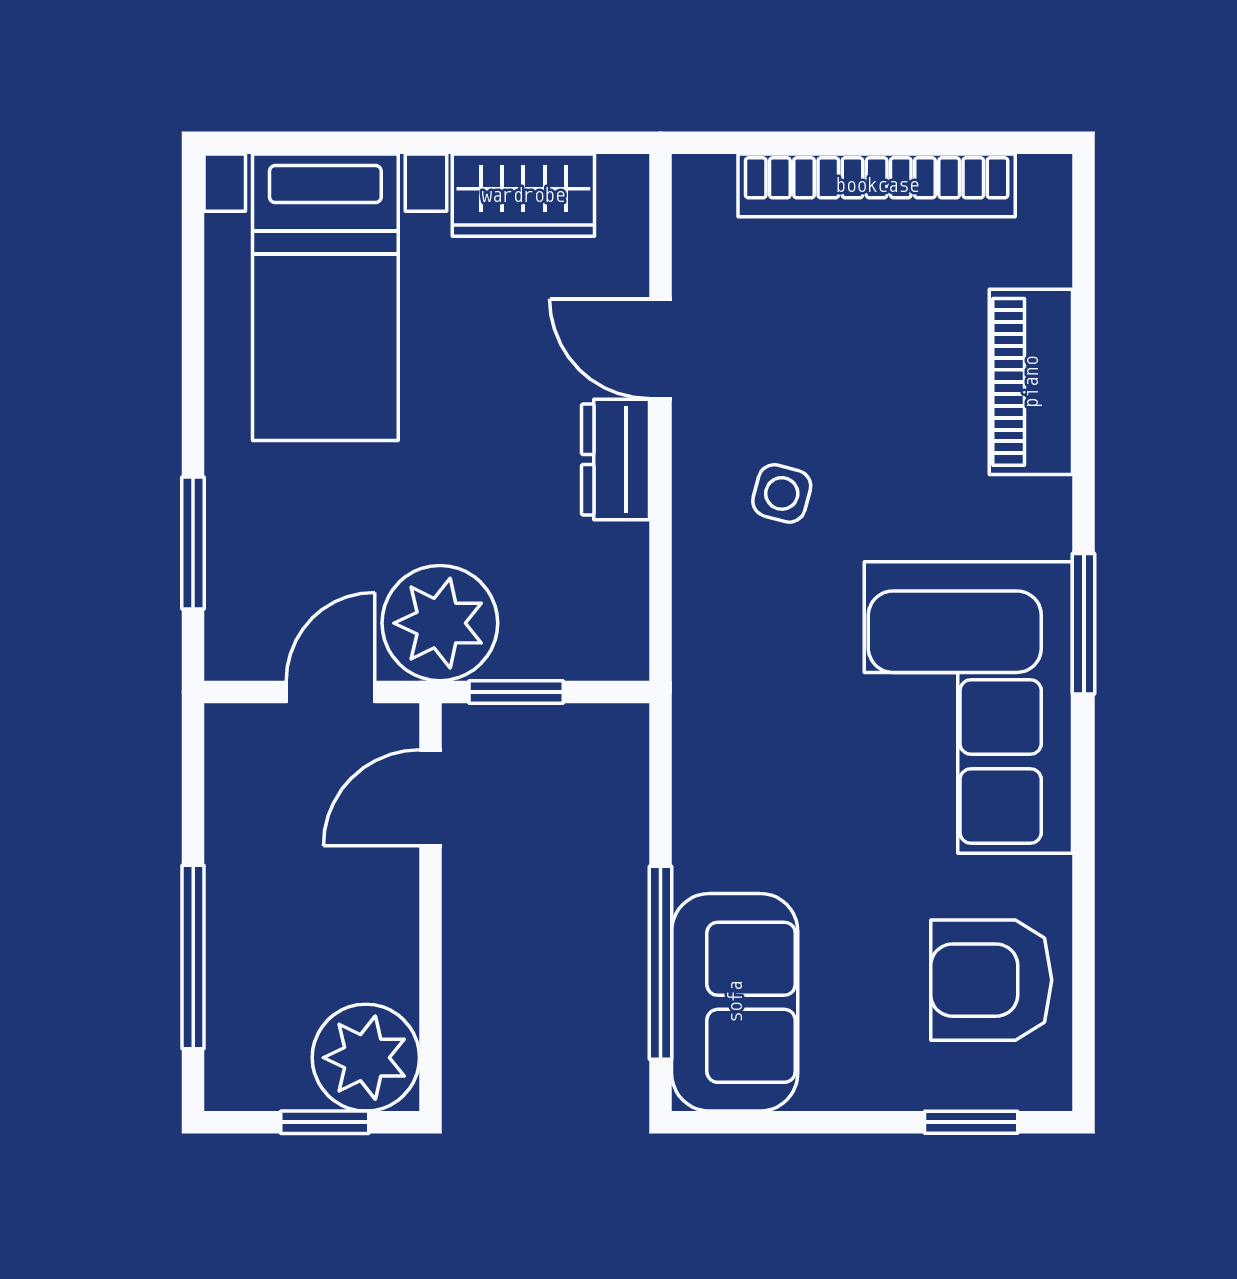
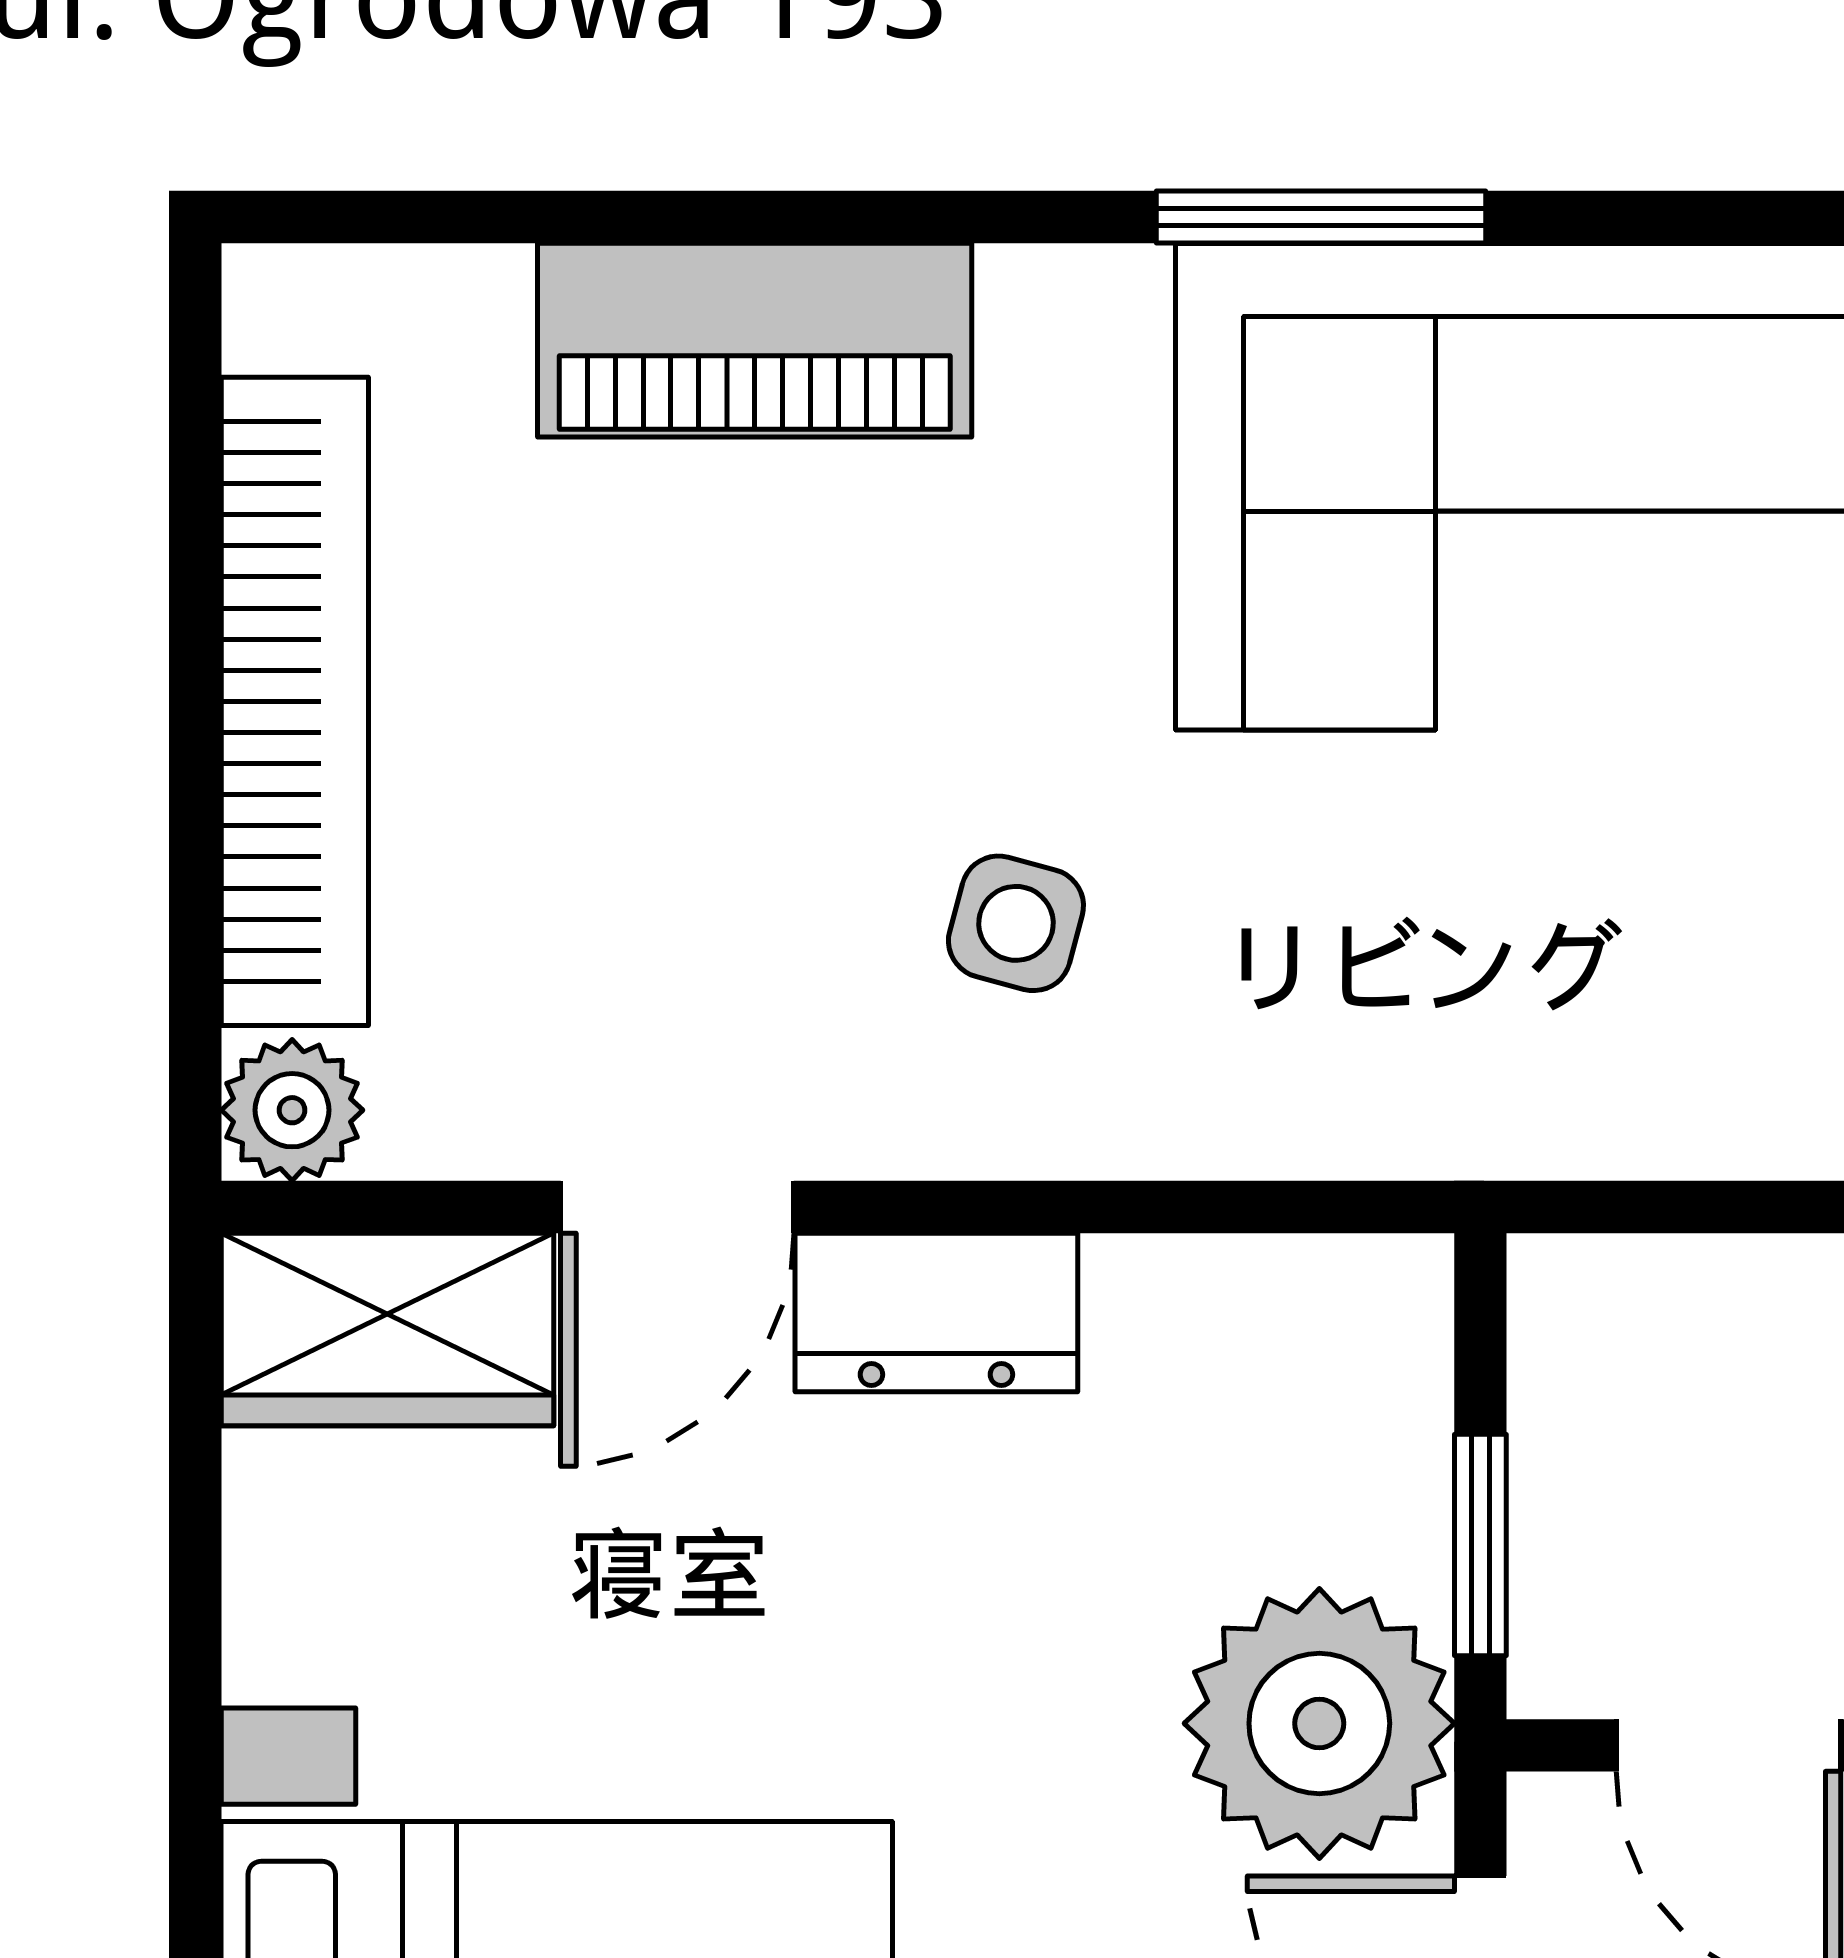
plant: (702, 184) -> (292, 1110), added
wardrobe: (523, 195) -> (387, 1329), moved, turned 90

